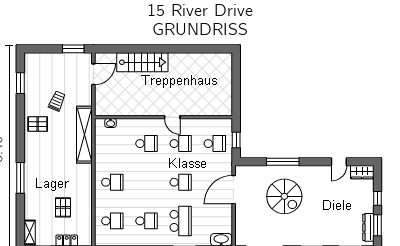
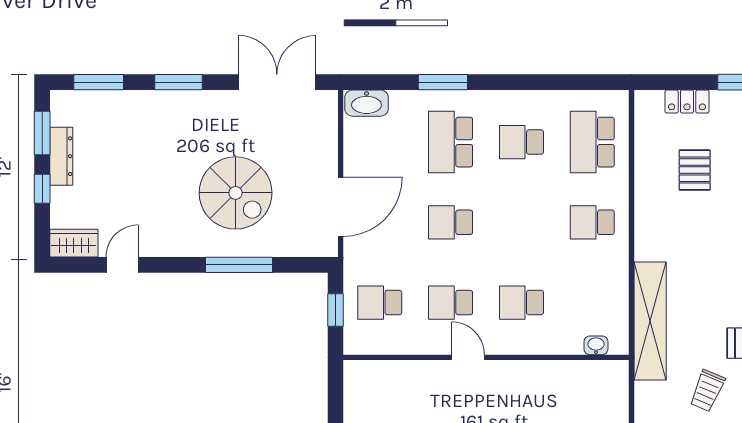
spiral stairs: (284, 196) -> (236, 193), turned 180
school desk: (112, 221) -> (592, 142), width x1.85
dresser: (368, 227) -> (61, 156), moved

